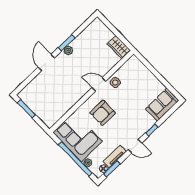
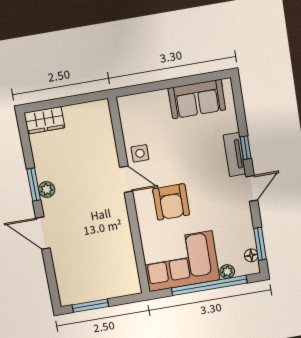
wardrobe: (119, 47) -> (44, 120), moved
door: (99, 84) -> (126, 179), swing flipped
sofa: (162, 105) -> (197, 99), moved, turned -90
tv unit: (115, 156) -> (234, 155), moved

